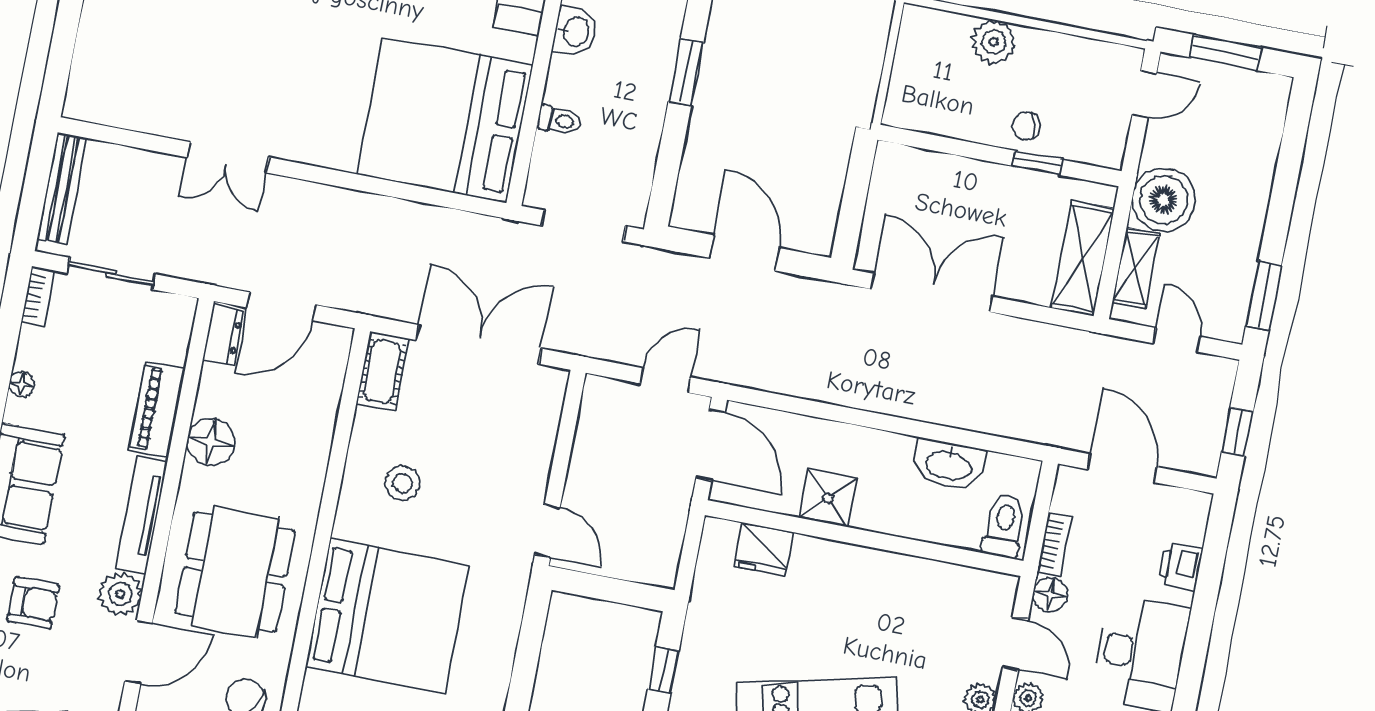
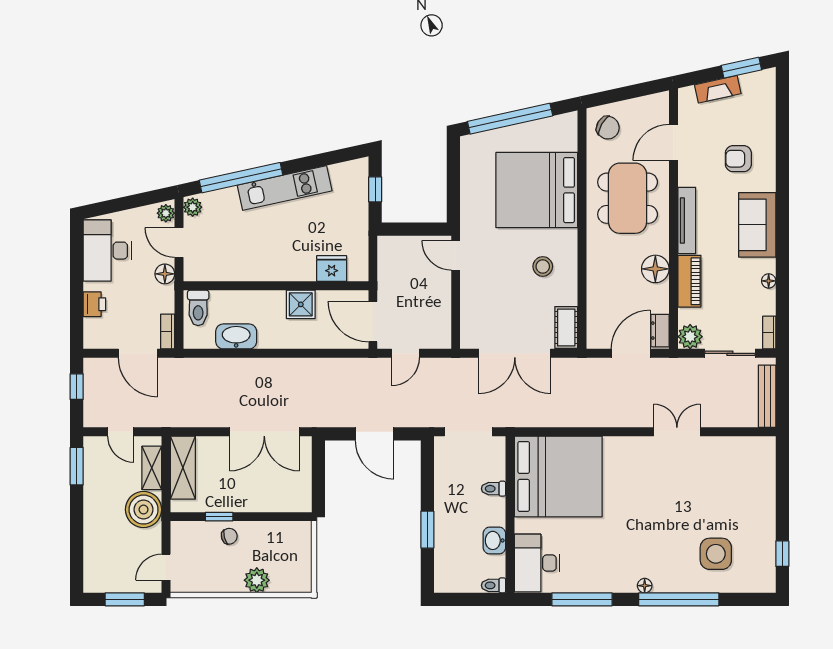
bookcase: (1055, 544) -> (168, 331), moved
plant: (120, 594) -> (690, 337), moved

